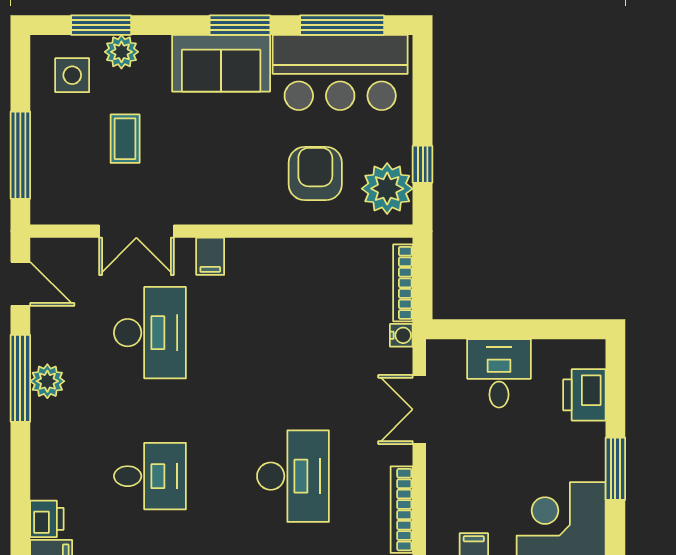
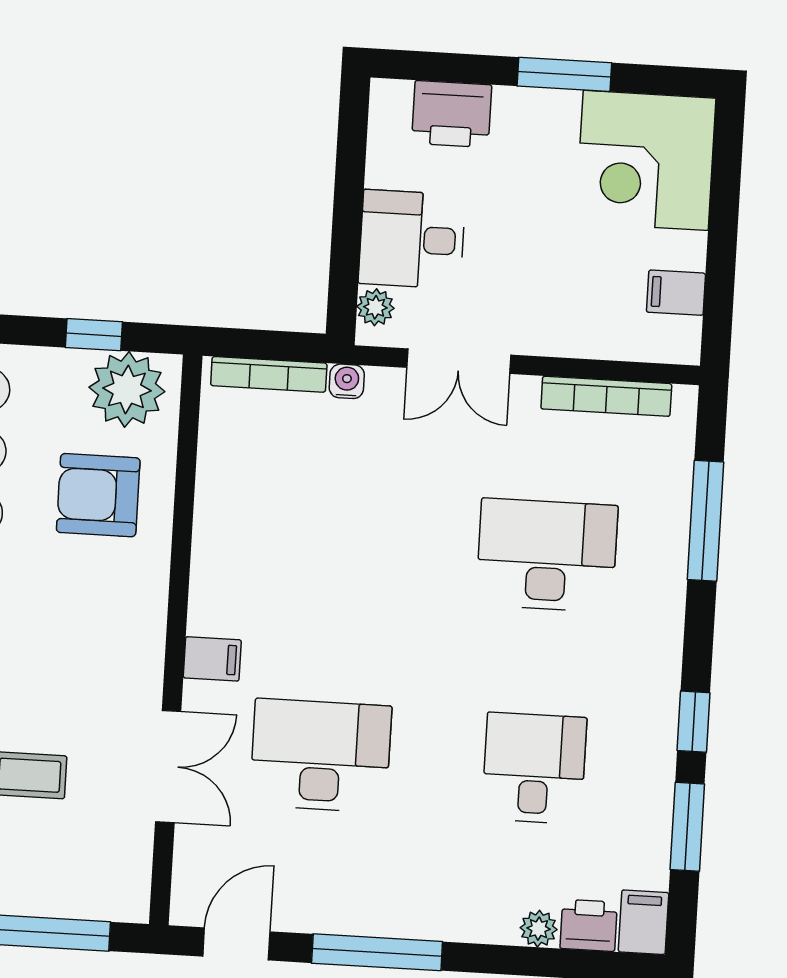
plant: (452, 352) -> (375, 307), added
plant: (47, 381) -> (539, 929), moved, width x0.73, depth x0.73

